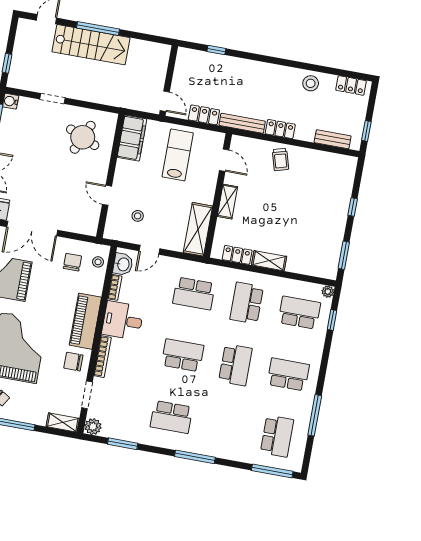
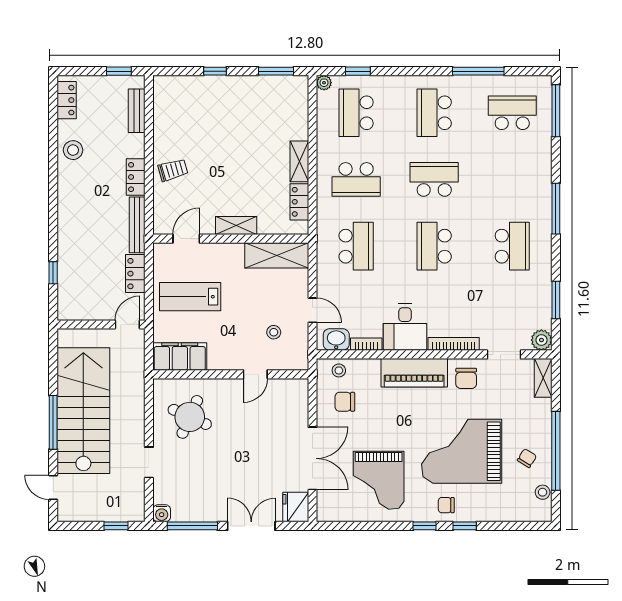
stairs: (91, 45) -> (83, 411), width x1.36, depth x1.51

